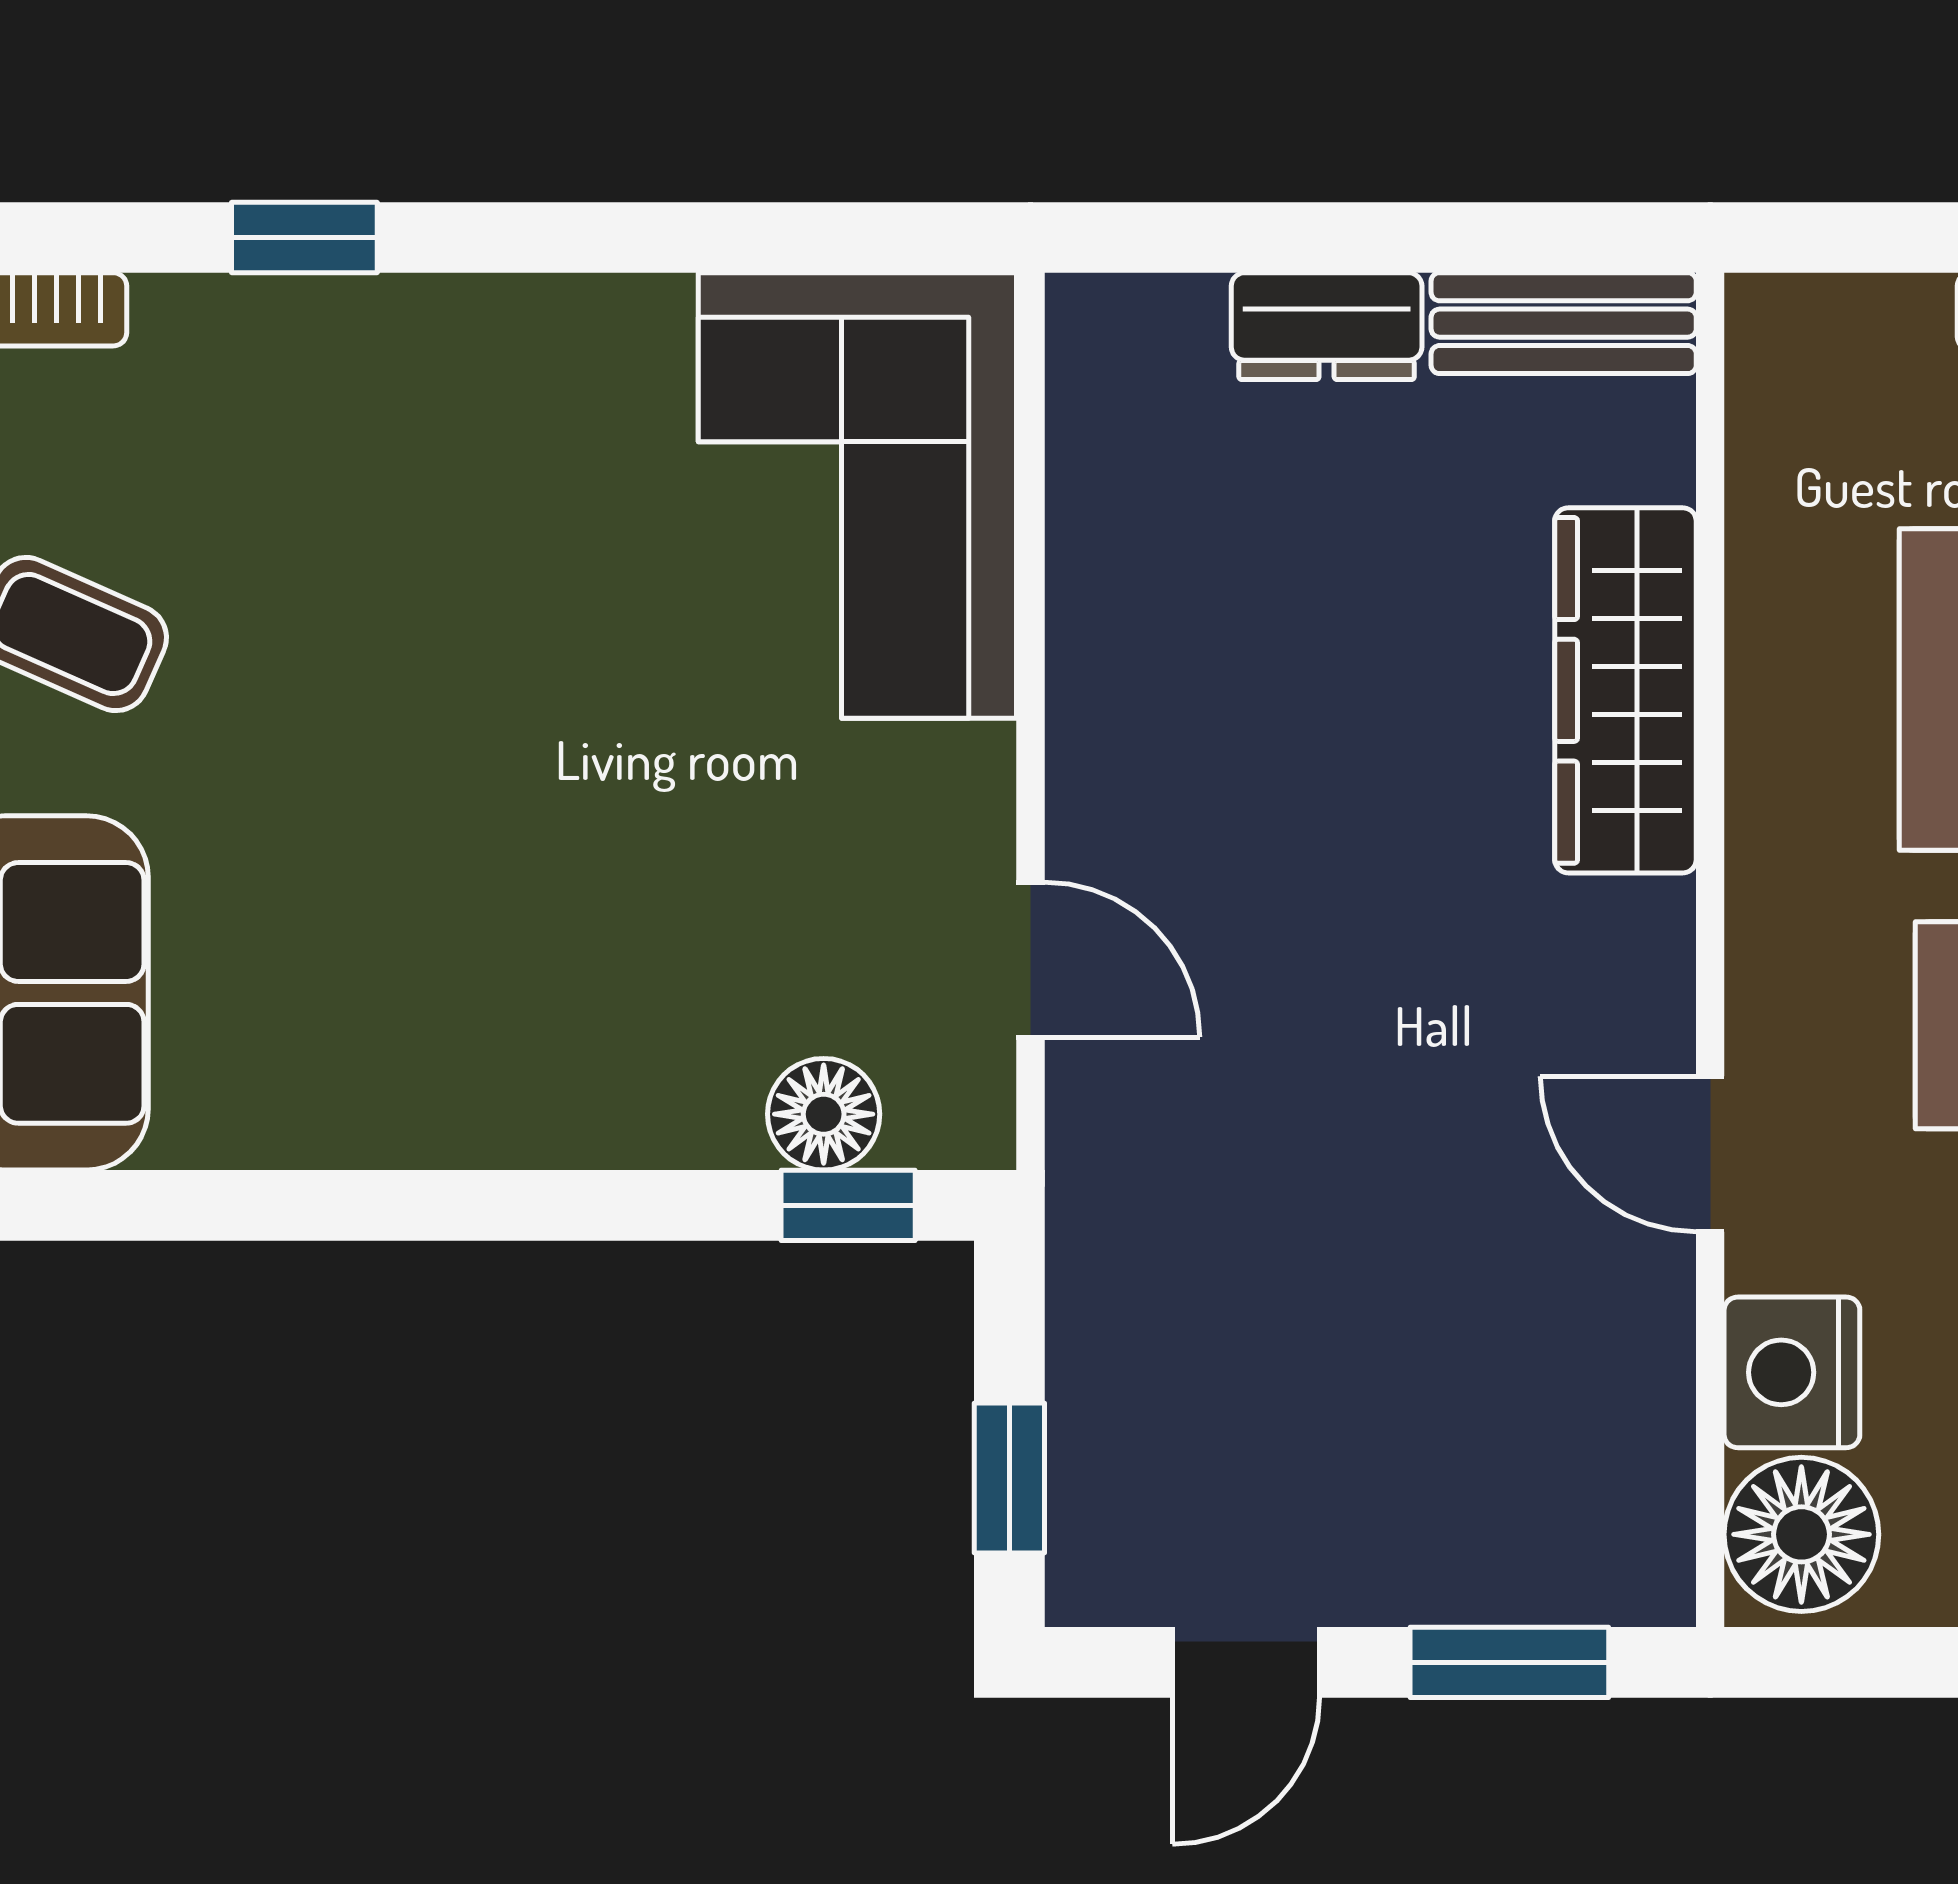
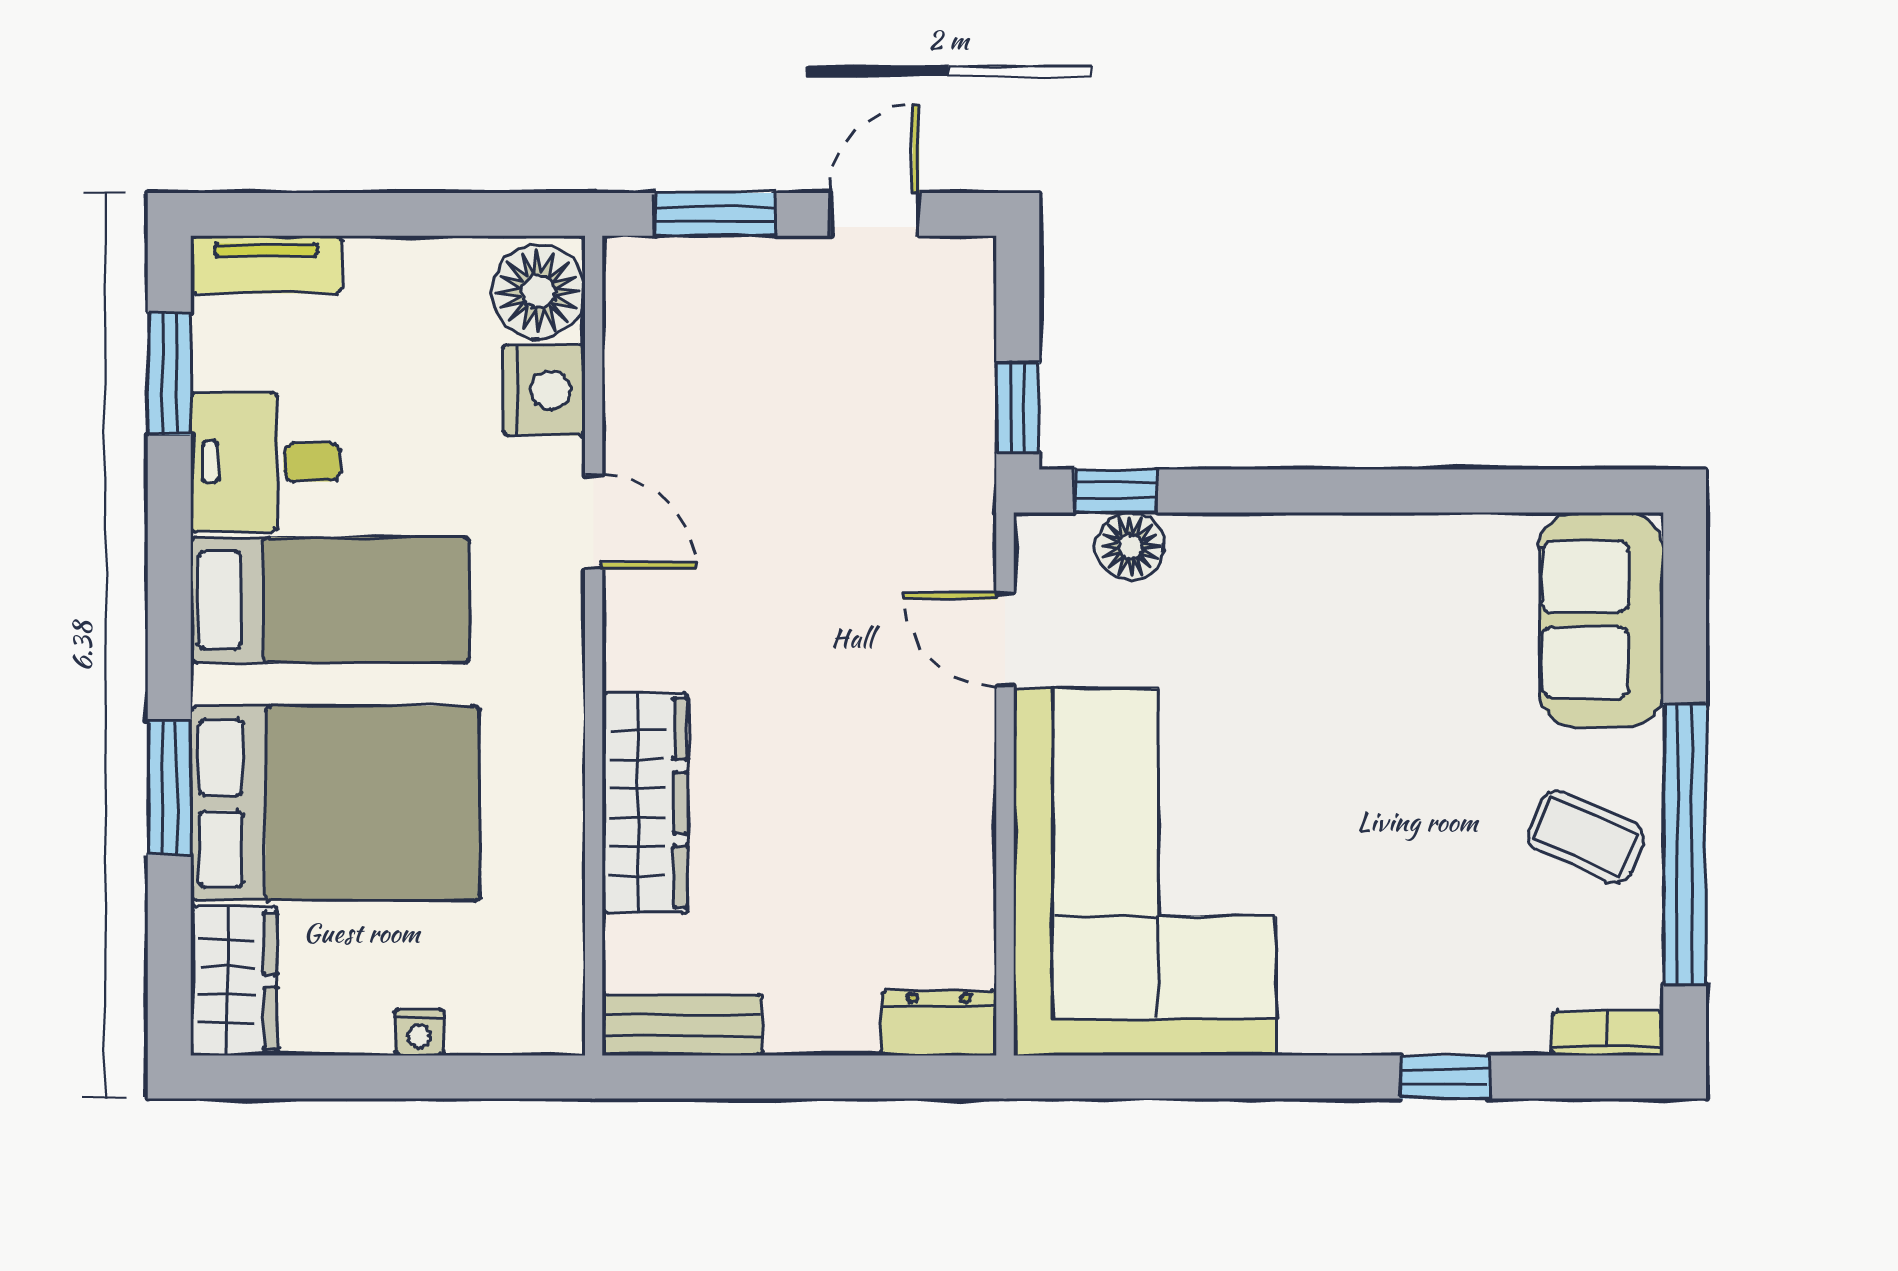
dresser: (1327, 326) -> (939, 1023), moved
corner sofa: (857, 495) -> (1144, 872), width x1.36, depth x1.36
window: (1009, 1478) -> (1018, 408), moved

